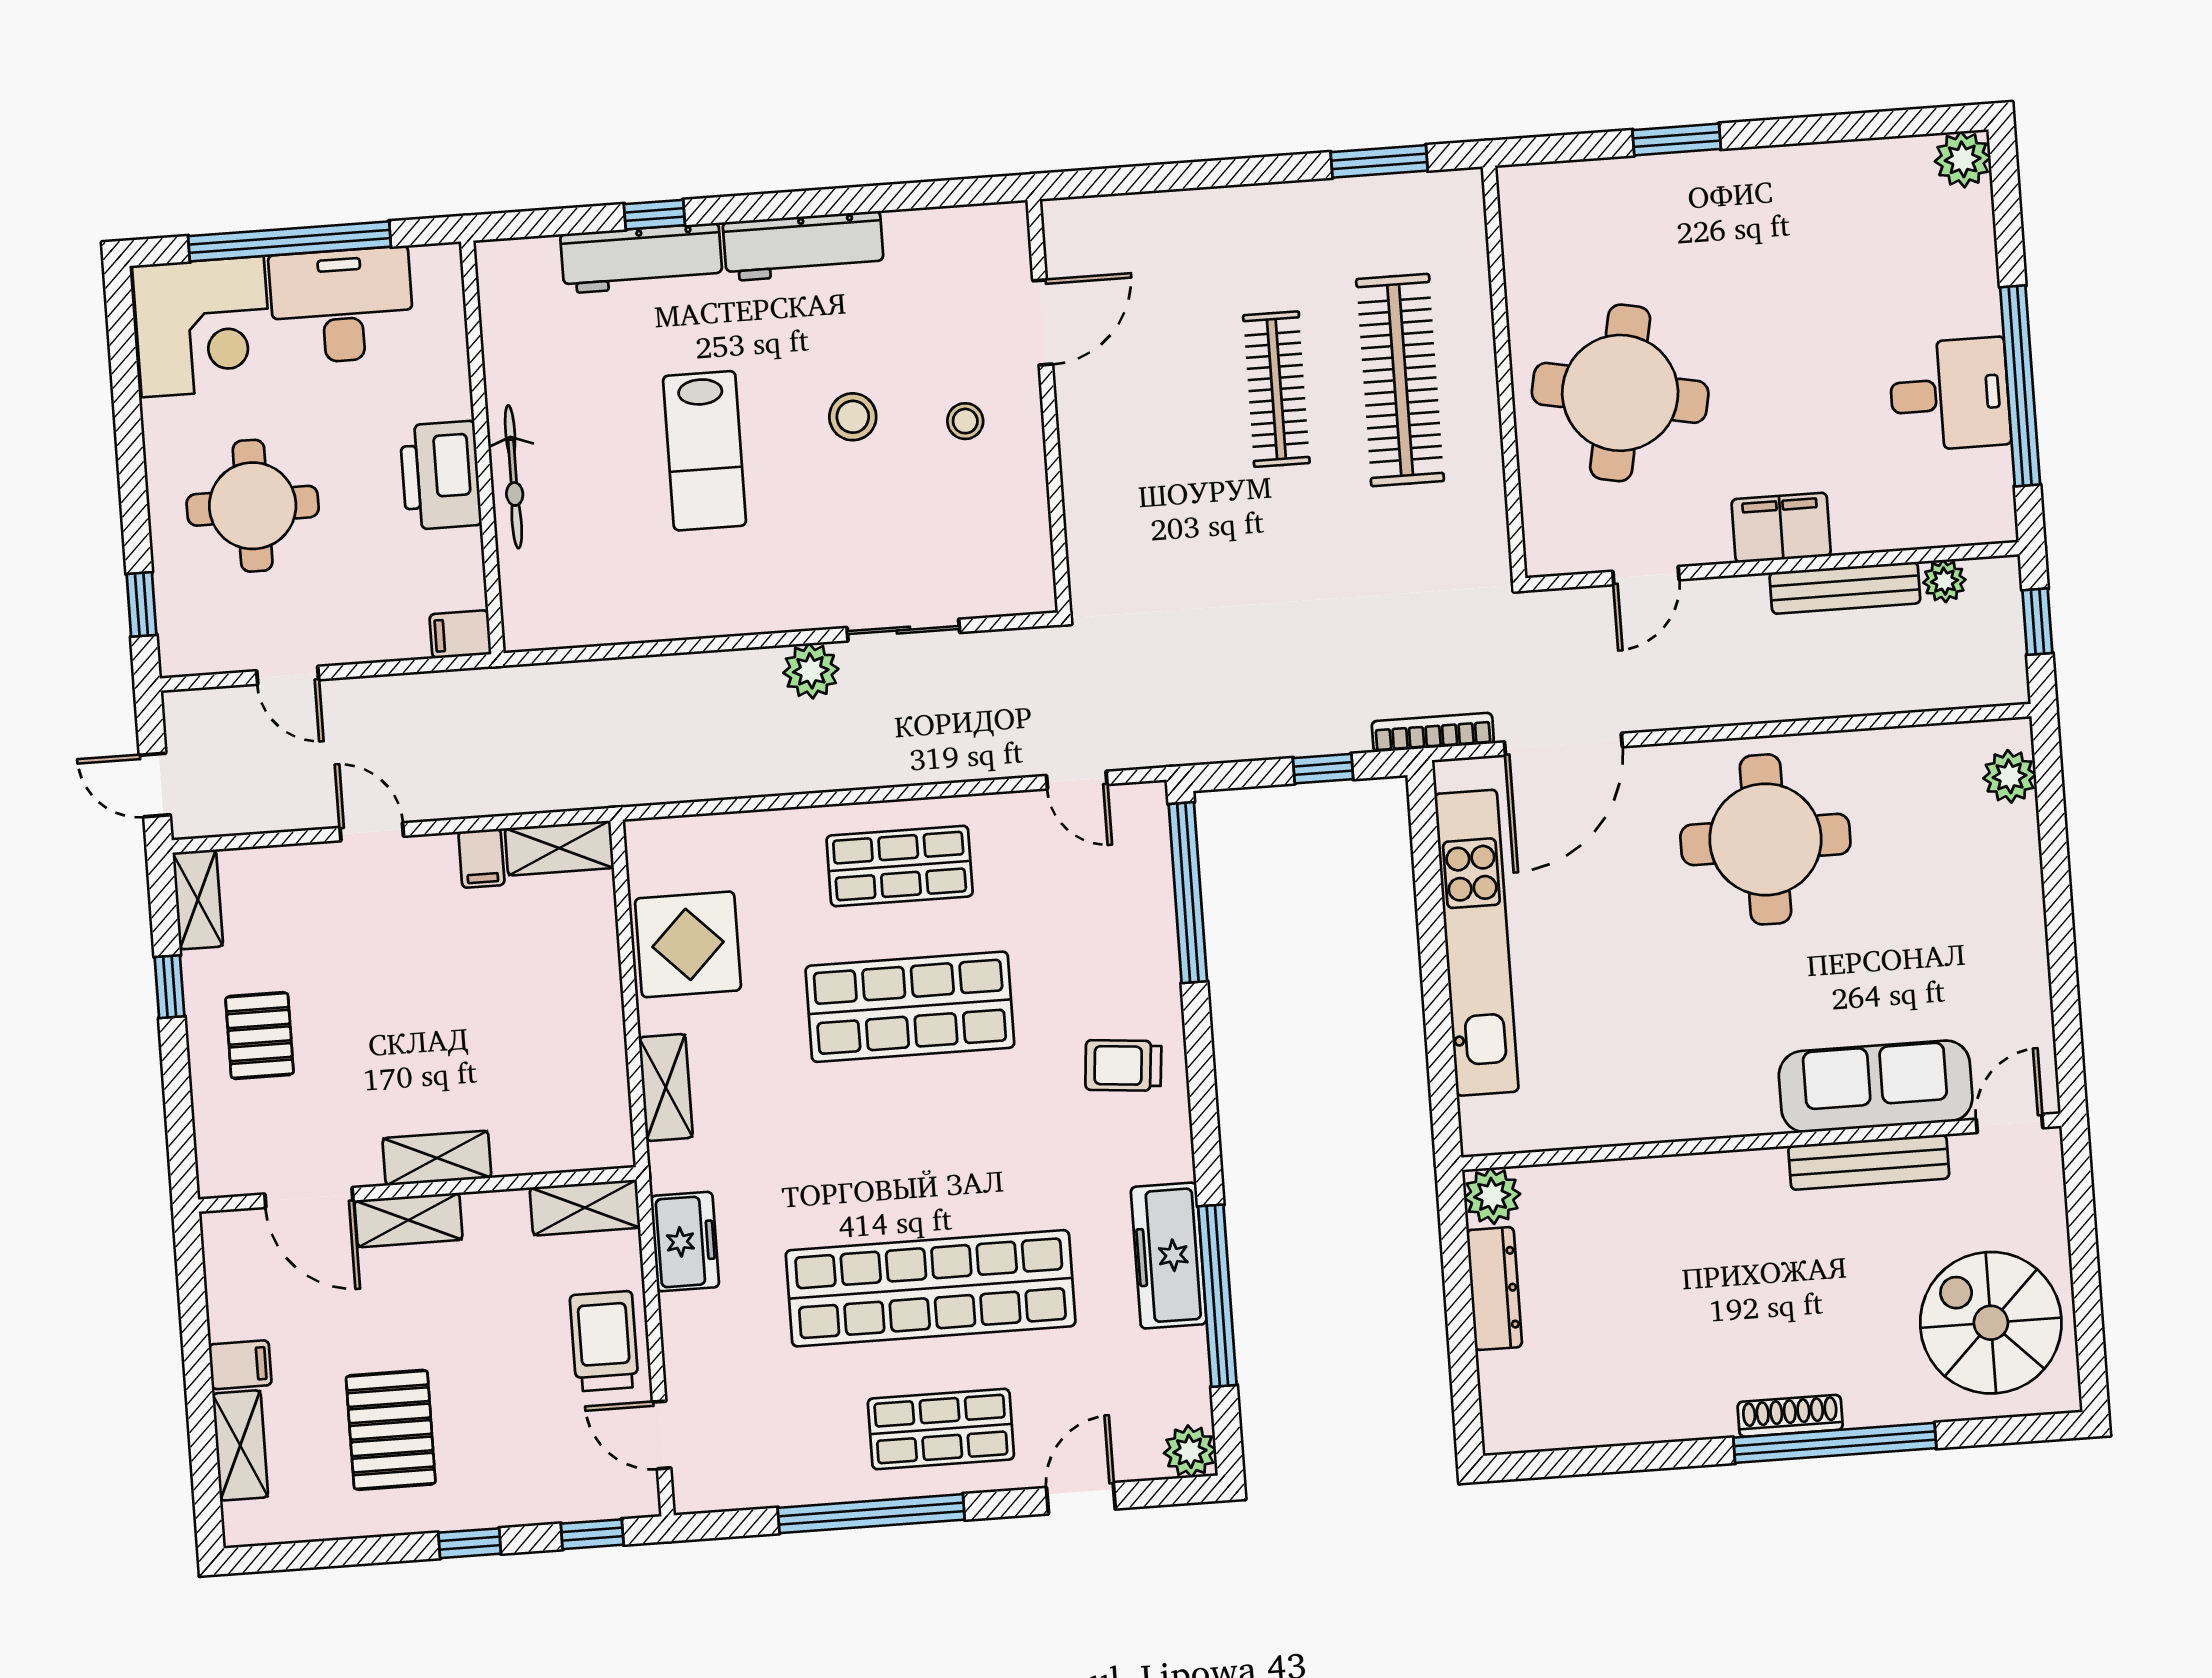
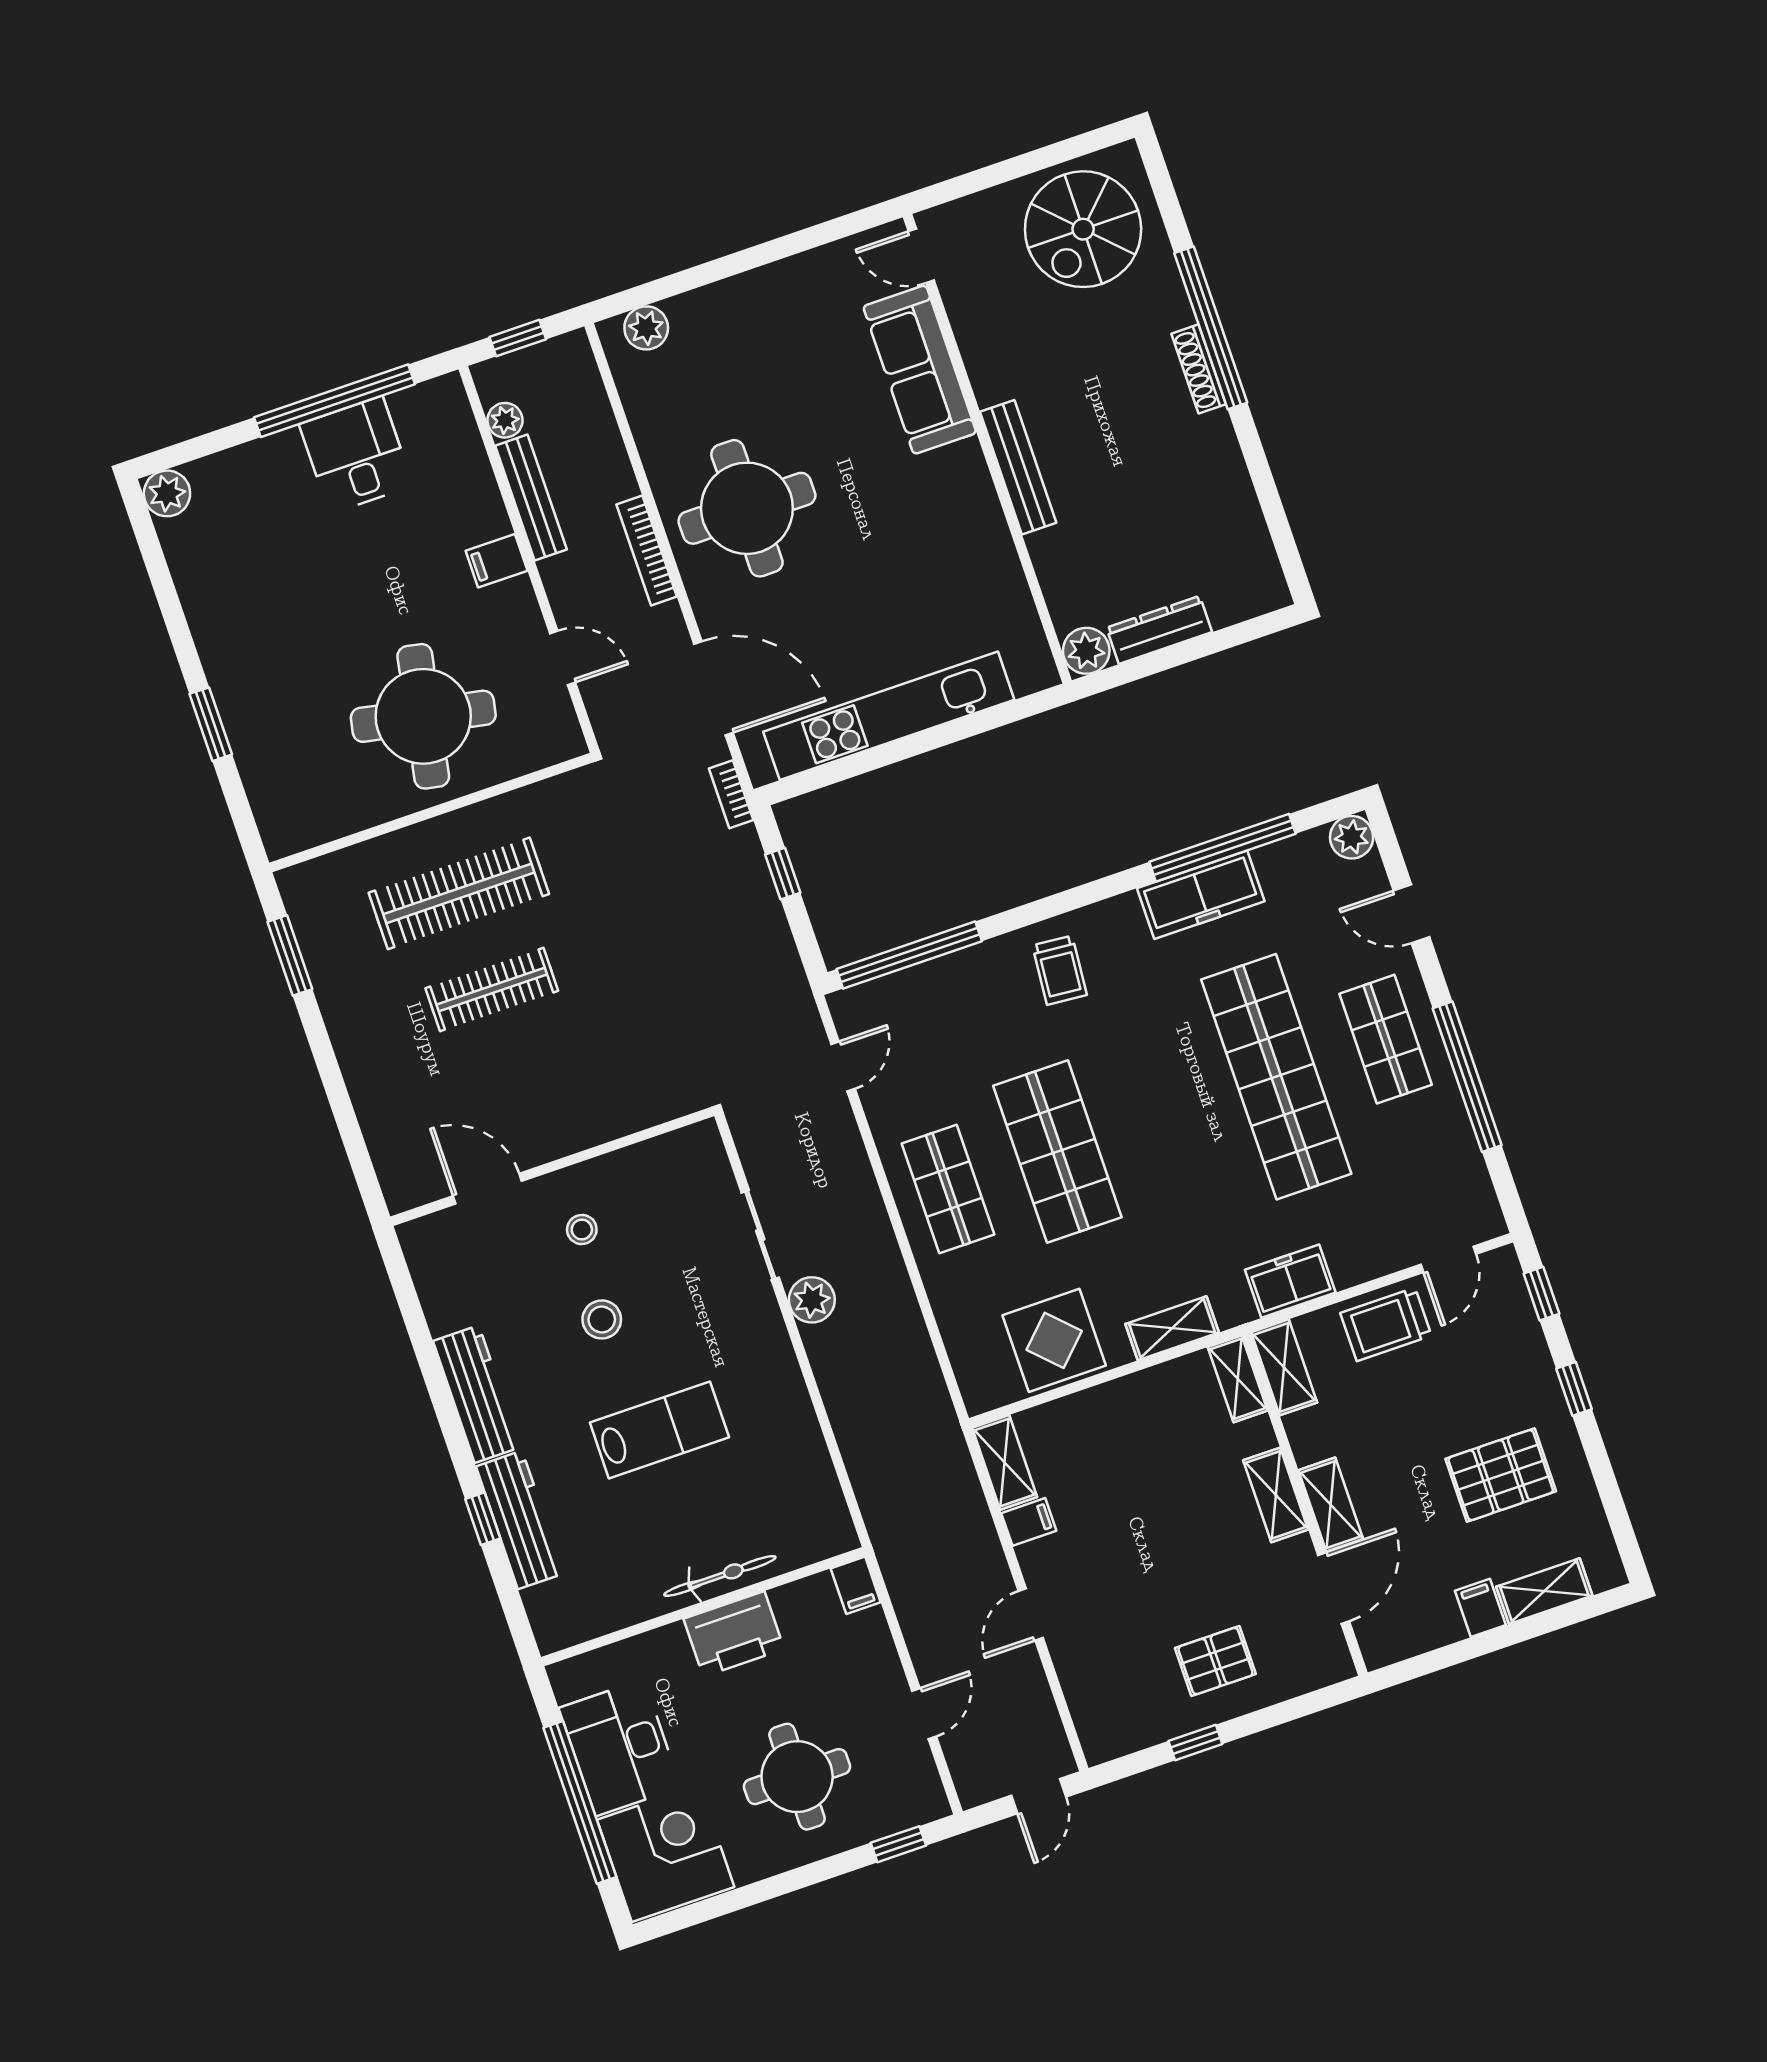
filing cabinet: (1781, 528) -> (497, 561), width x0.50
bookcase: (1747, 708) -> (647, 550), added
bookcase: (1433, 732) -> (731, 794), width x0.64
shelving: (198, 899) -> (1238, 1379), moved, turned 90
bench: (1869, 1162) -> (1018, 467), moved

